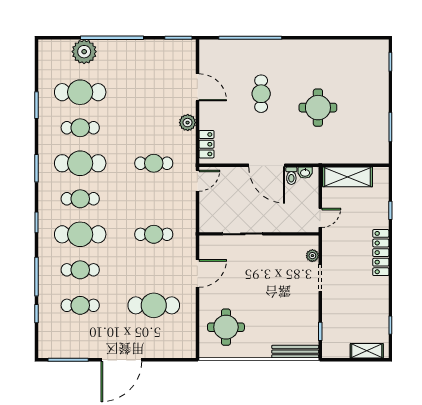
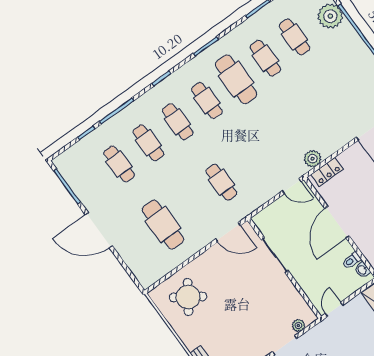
cafe table: (80, 92) -> (295, 37), width x0.73, depth x0.74
plant: (188, 123) -> (313, 159), moved
cafe table: (154, 163) -> (280, 140), removed
door: (267, 165) -> (337, 222), moved
door: (320, 218) -> (334, 309), swing flipped
cafe table: (80, 234) -> (178, 122), width x0.73, depth x0.74
door: (197, 273) -> (228, 232), moved
round table: (226, 327) -> (188, 297), turned 34

